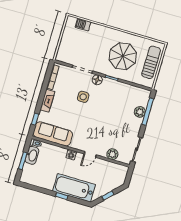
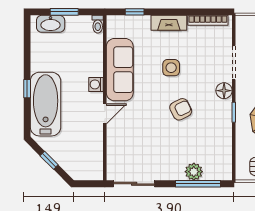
side table: (83, 97) -> (171, 68), moved
armchair: (101, 109) -> (181, 109), added
sofa: (53, 134) -> (120, 70), moved
door: (90, 154) -> (105, 114), swing flipped
plant: (112, 154) -> (115, 148), removed
washbasin: (32, 155) -> (51, 24), moved

